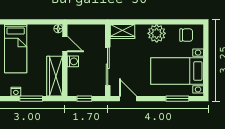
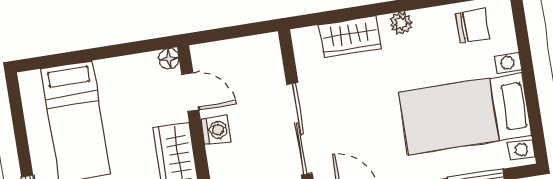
wardrobe: (122, 32) -> (350, 37), moved
plant: (157, 33) -> (401, 23), width x0.53, depth x0.53

